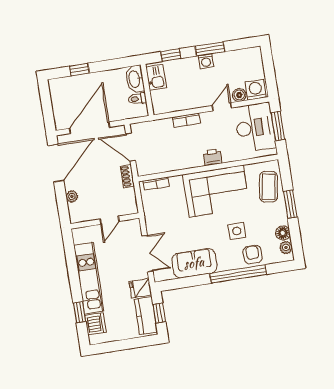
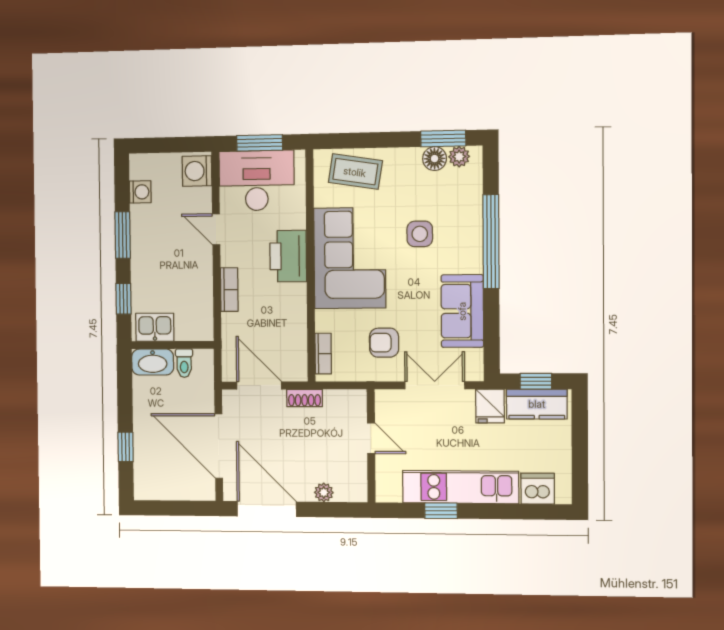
washing machine: (206, 61) -> (140, 192), moved
boiler: (239, 95) -> (201, 199), removed
door: (131, 147) -> (259, 386), swing flipped
printer: (213, 157) -> (288, 256), width x1.87, depth x1.48
window: (290, 204) -> (443, 139), moved
armchair: (253, 255) -> (384, 343), moved
window: (79, 312) -> (441, 511), moved

